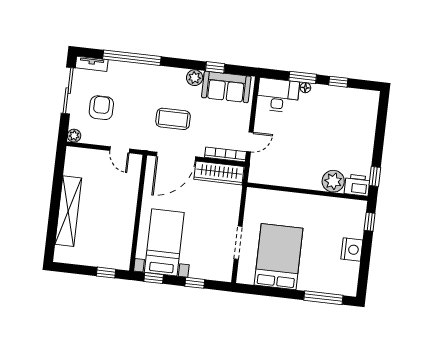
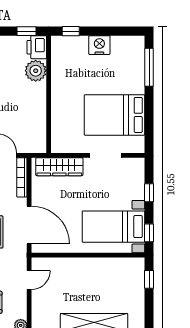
wardrobe: (219, 173) -> (59, 167), moved, turned 90

